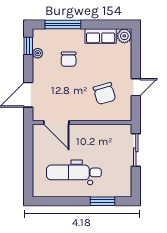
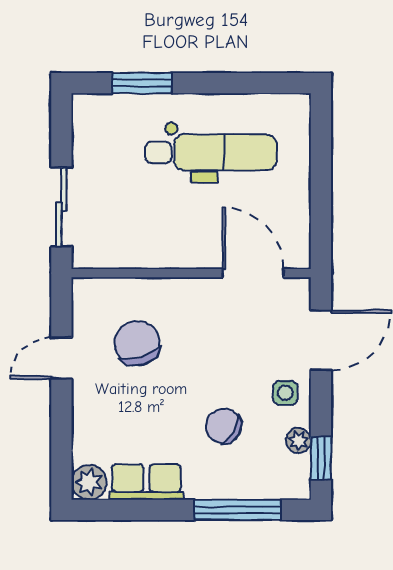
chair: (69, 59) -> (224, 426), turned -61
side table: (43, 73) -> (285, 393), added

